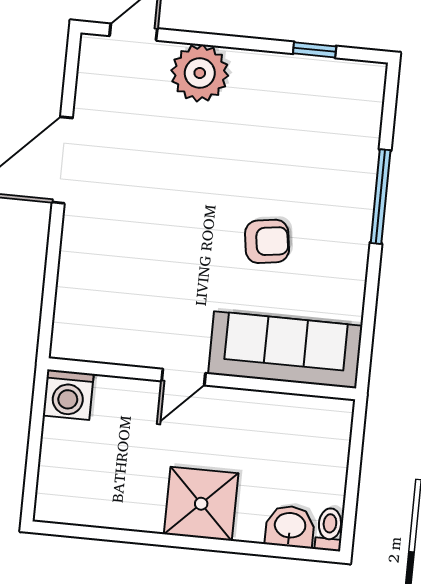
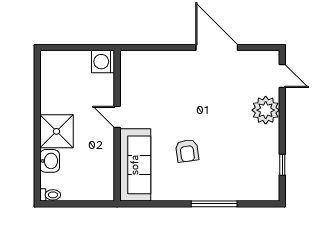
washbasin: (290, 526) -> (50, 161), moved

